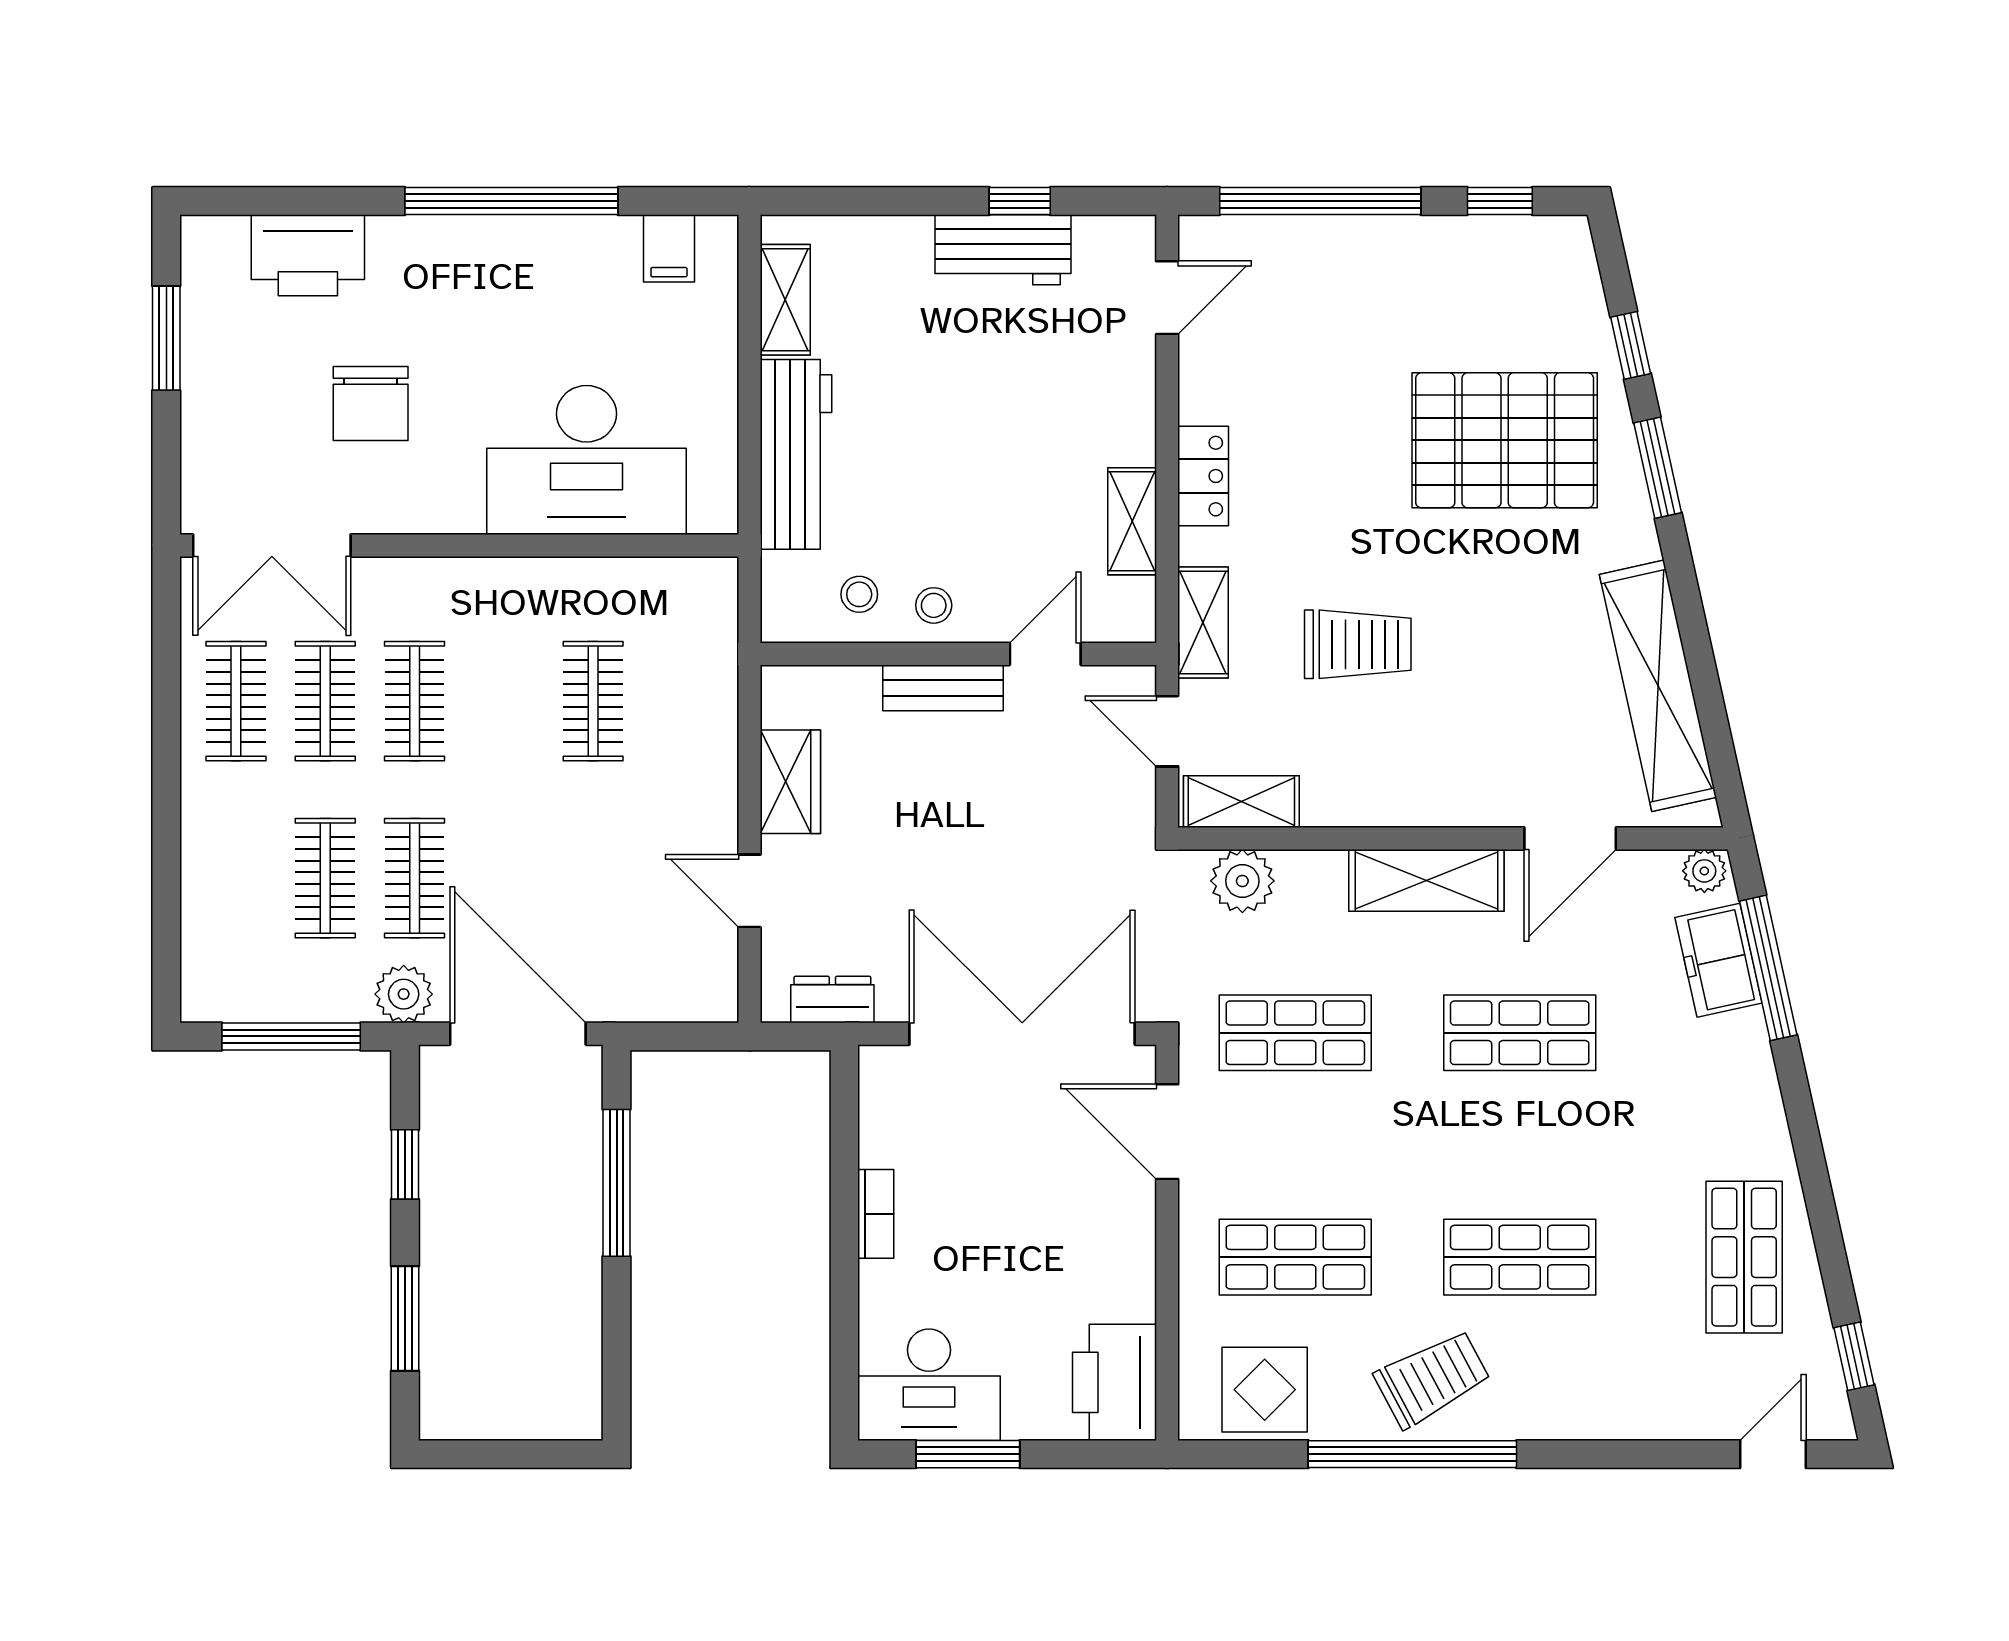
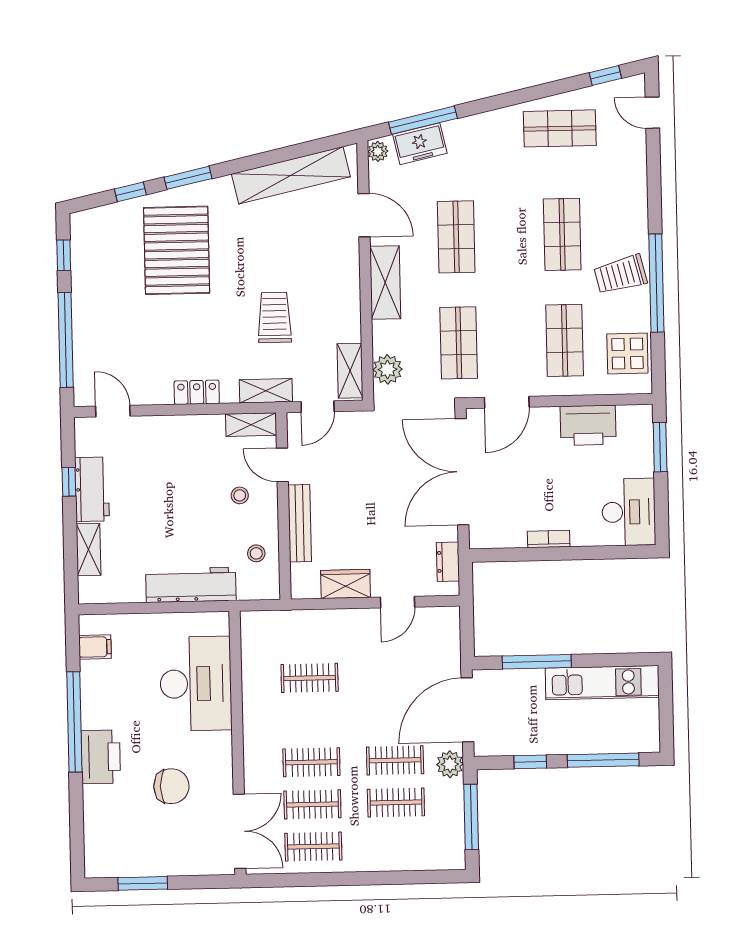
printer: (308, 255) -> (101, 757), moved
shelving: (785, 300) -> (89, 550), moved, turned 90
shelving: (1132, 521) -> (251, 425), moved
stool: (934, 605) -> (240, 495), moved
bench: (943, 688) -> (300, 523), width x1.36
window: (405, 1319) -> (603, 760), width x1.44
kitchen unit: (569, 1321) -> (602, 683), added
trolley: (1432, 1379) -> (620, 274), turned -76
printer: (1114, 1382) -> (588, 425), moved
window: (968, 1454) -> (660, 447), moved

